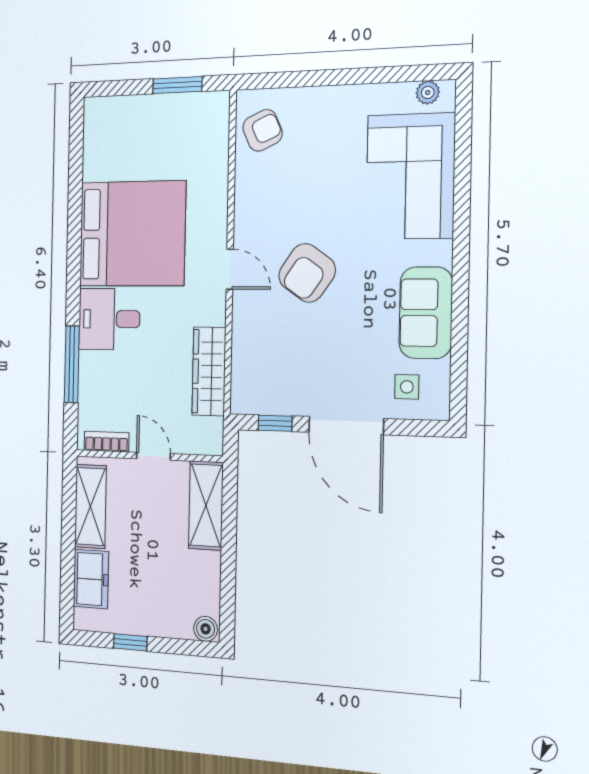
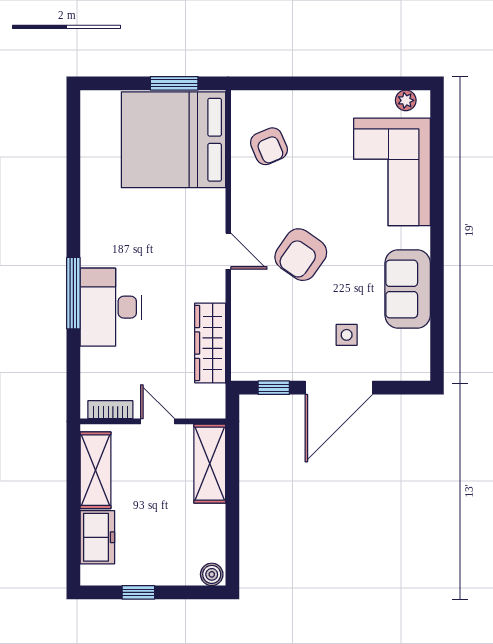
armchair: (262, 130) -> (269, 146), moved, turned 91
bed: (132, 234) -> (173, 140), moved, turned 180
desk: (109, 319) -> (111, 307), width x1.37
window: (72, 364) -> (73, 293), moved
side table: (407, 387) -> (347, 335), moved
door: (346, 426) -> (339, 388), hinge flipped

